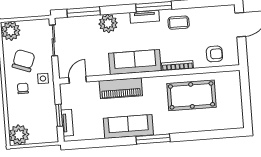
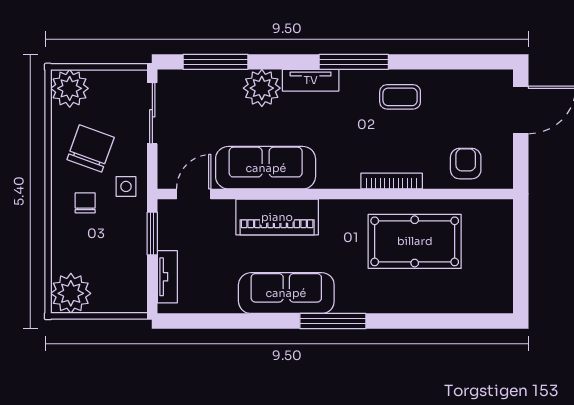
tv unit: (145, 17) -> (311, 80), moved
armchair: (214, 54) -> (466, 164), turned -90
sofa: (135, 62) -> (266, 168), moved
window: (59, 115) -> (152, 234), moved

